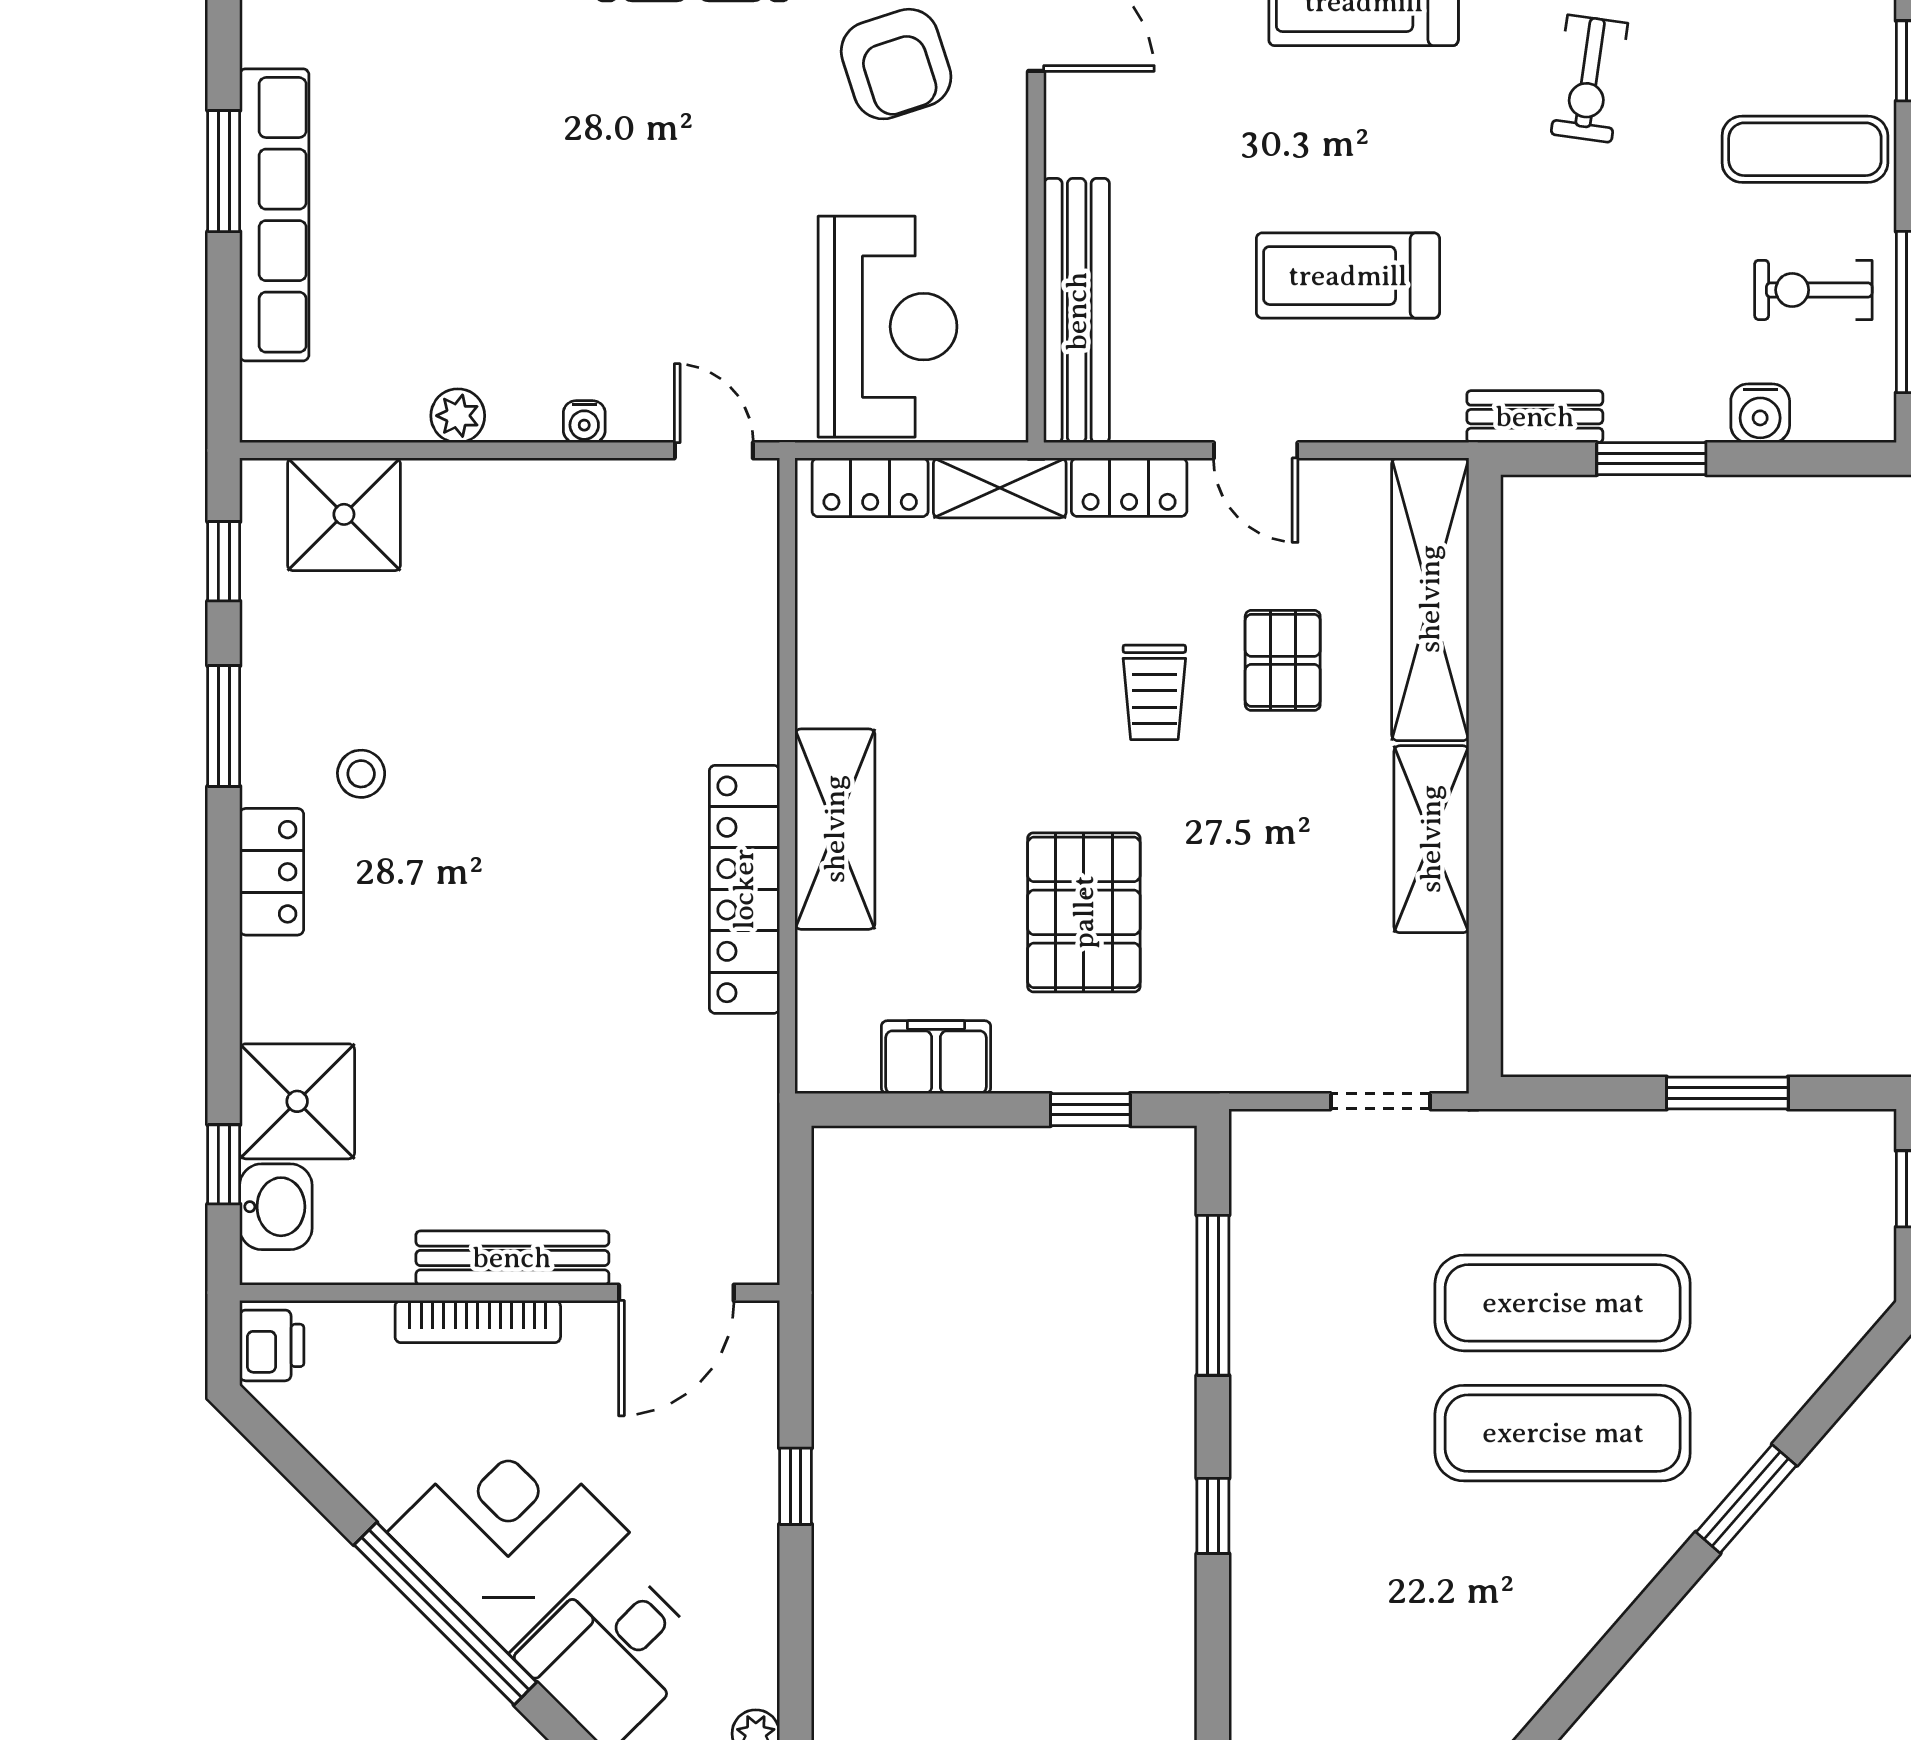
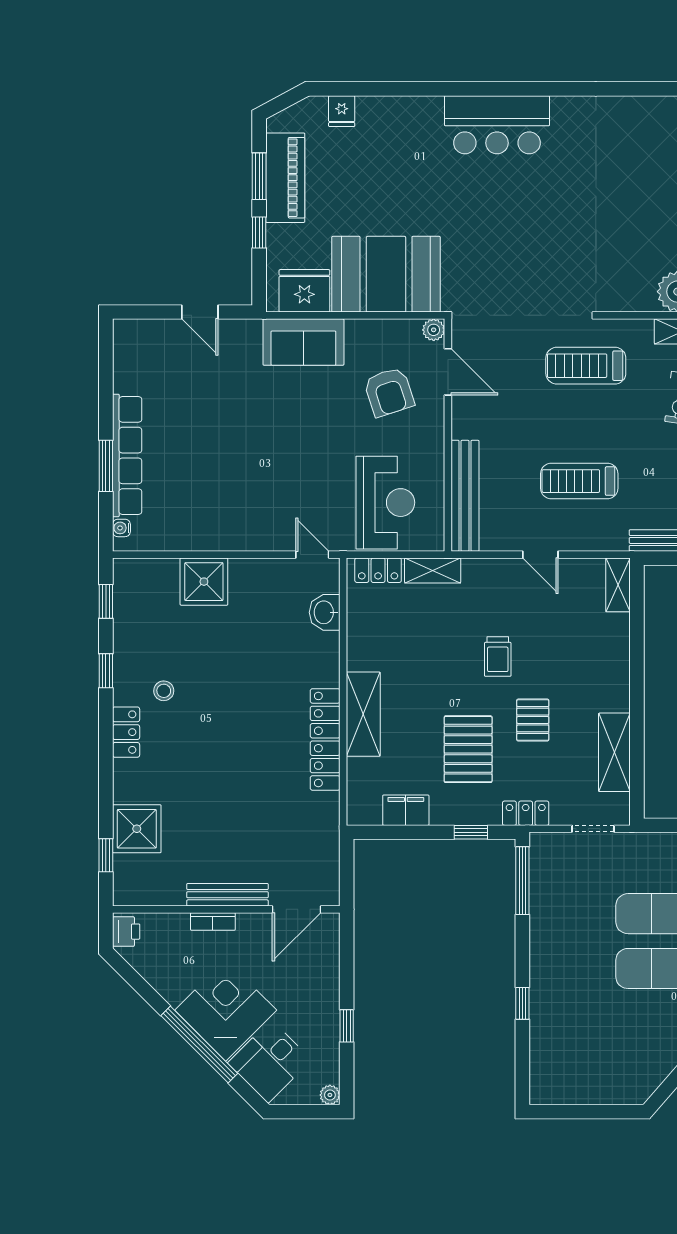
window: (224, 171) -> (106, 466), moved
plant: (458, 416) -> (204, 540), removed
water cooler: (584, 422) -> (121, 528), moved, turned 90
locker: (1129, 487) -> (526, 813), moved, turned 180
shower: (344, 514) -> (204, 582), moved
shelving: (1430, 599) -> (618, 585), width x0.45, depth x0.75
pallet: (1283, 660) -> (533, 720), moved
window: (224, 726) -> (106, 671), width x0.67
shelving: (1431, 839) -> (614, 752), moved
washbasin: (276, 1207) -> (325, 612), moved, turned 180
window: (1213, 1295) -> (522, 881), moved
bookcase: (478, 1322) -> (213, 921), width x0.64
window: (795, 1486) -> (347, 1026), moved

